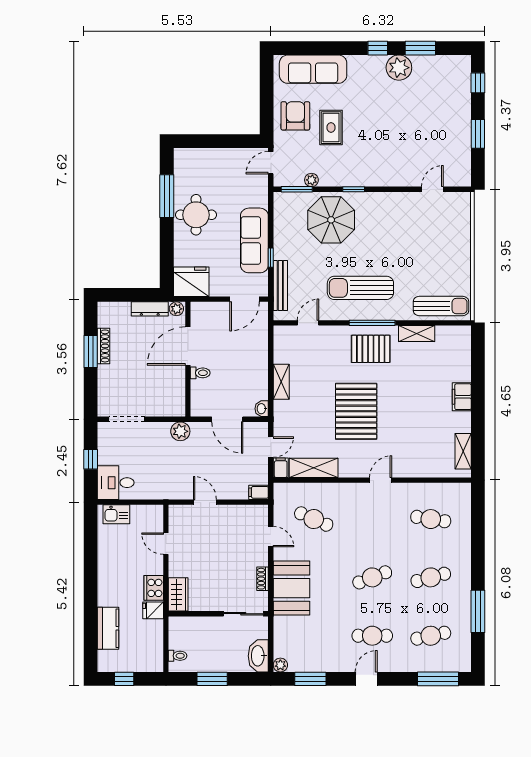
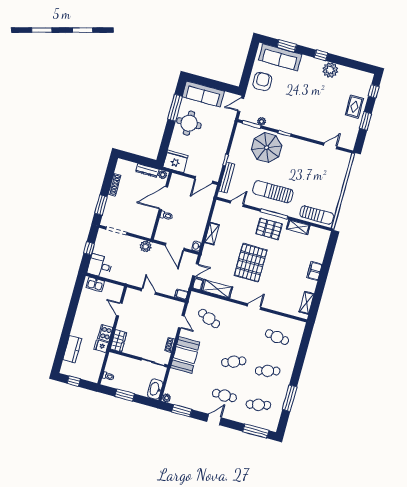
window: (420, 48) -> (287, 46), moved
rug: (331, 128) -> (354, 107), moved
sofa: (254, 240) -> (203, 94), moved, turned -90
window: (91, 352) -> (101, 205), moved

